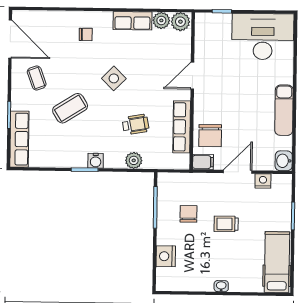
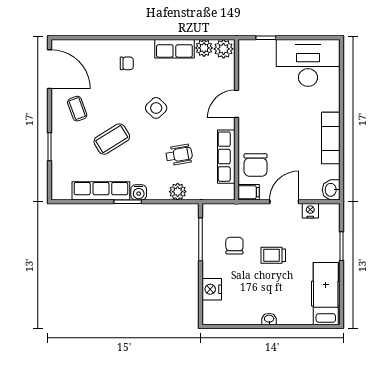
row of seats: (19, 139) -> (101, 191), moved, turned -90

